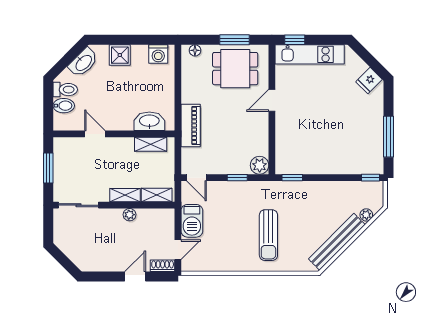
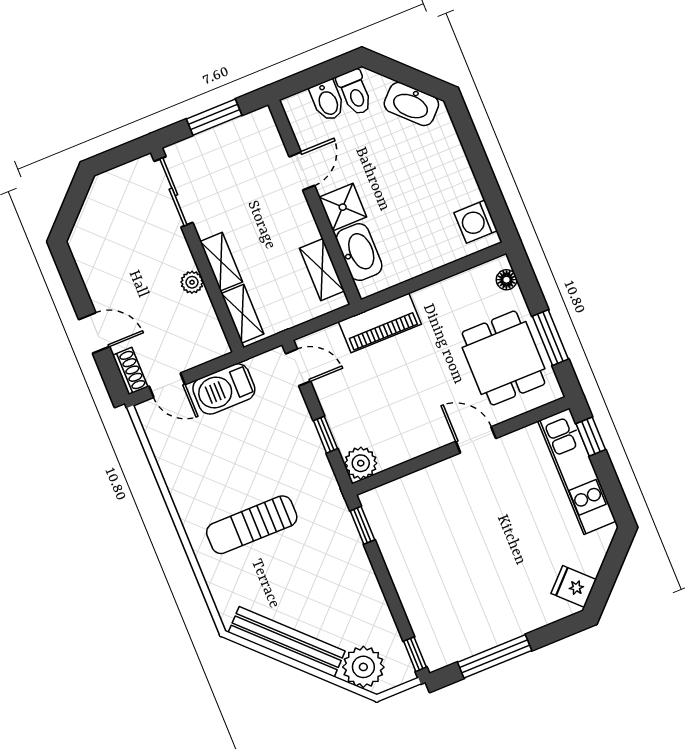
shower: (120, 55) -> (343, 207), moved
door: (196, 178) -> (298, 367), swing flipped
plant: (366, 215) -> (363, 667), width x1.87, depth x1.87

